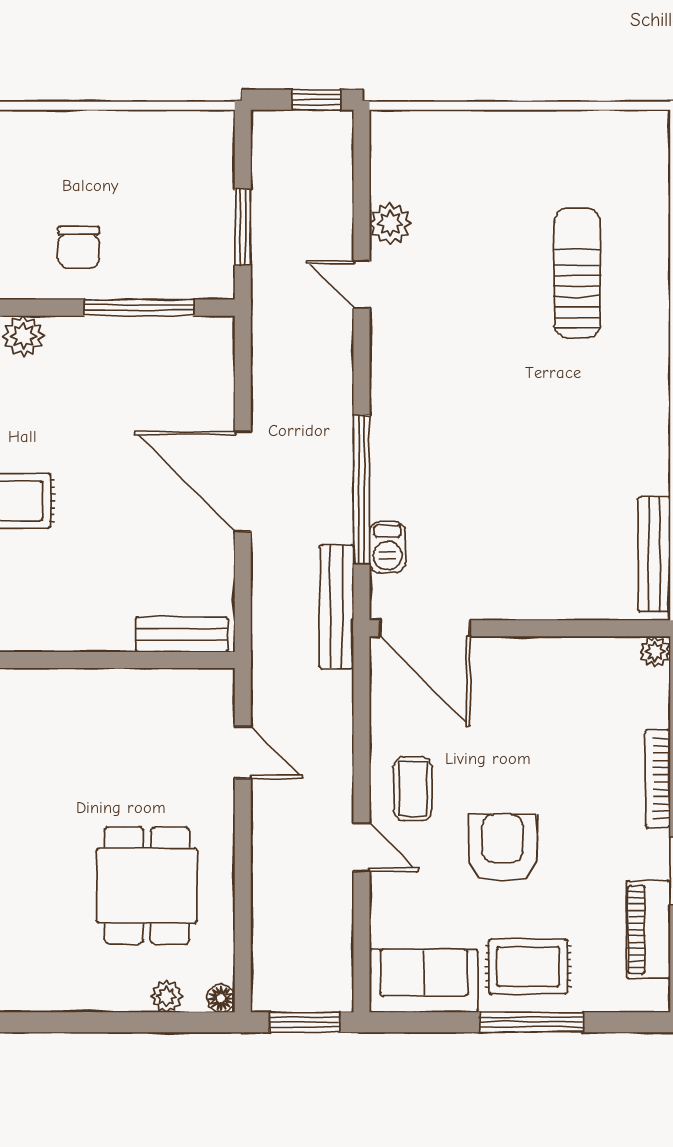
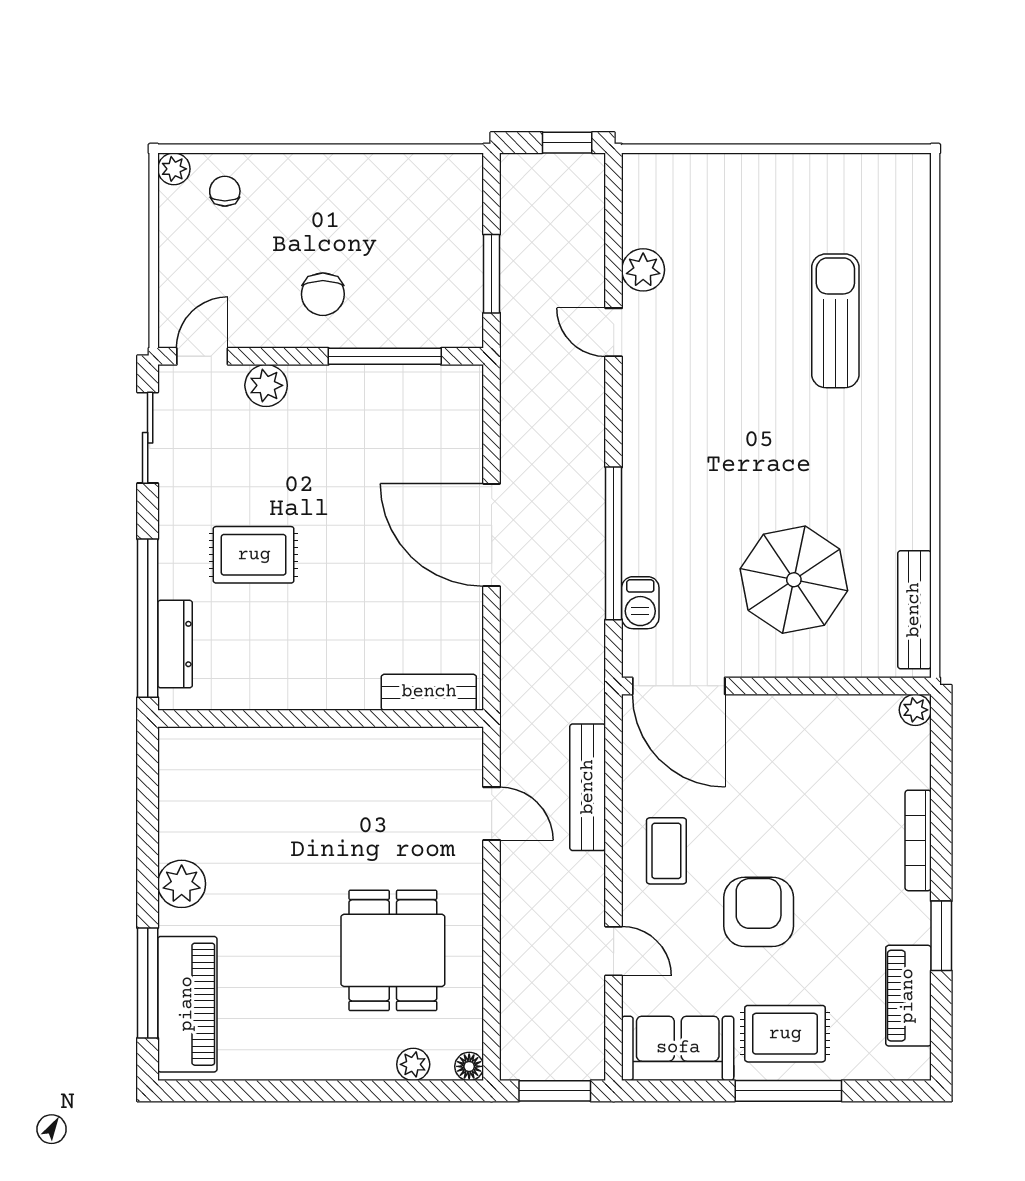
parasol: (537, 525) -> (794, 580), added
bench: (336, 607) -> (588, 787), moved
door: (362, 847) -> (614, 951), moved

